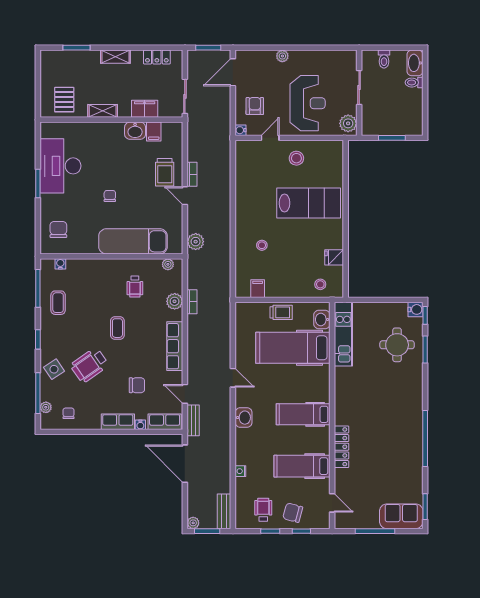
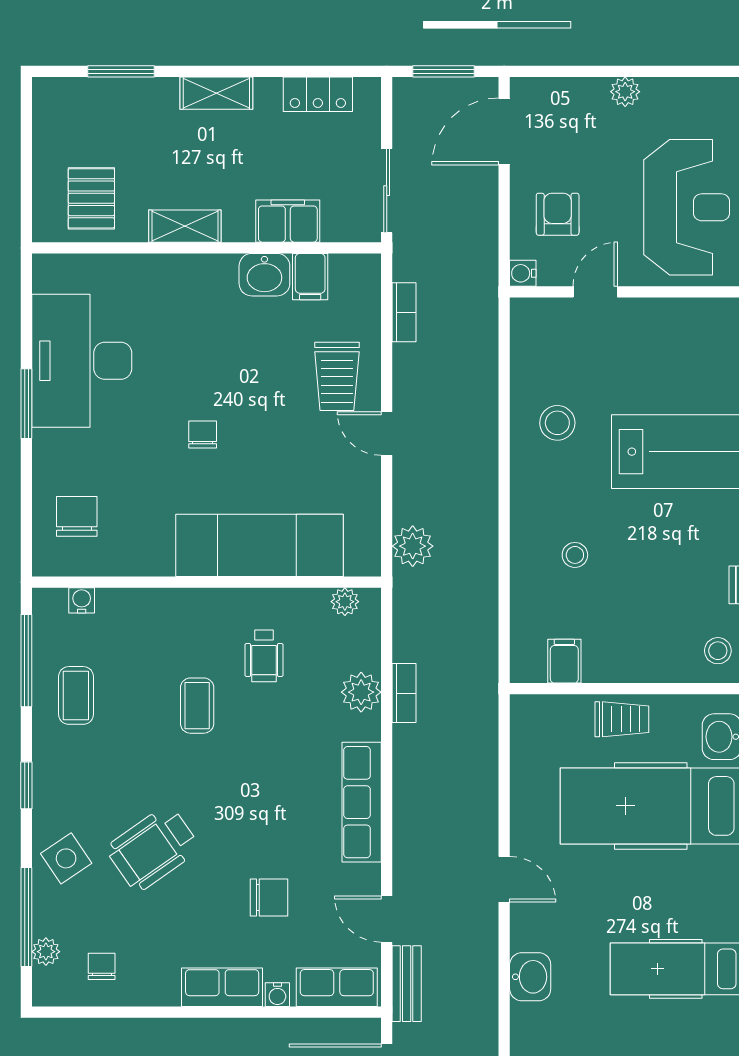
stool: (296, 158) -> (557, 423), moved
bookcase: (192, 174) -> (404, 312), moved
coffee table: (117, 328) -> (197, 706), moved

